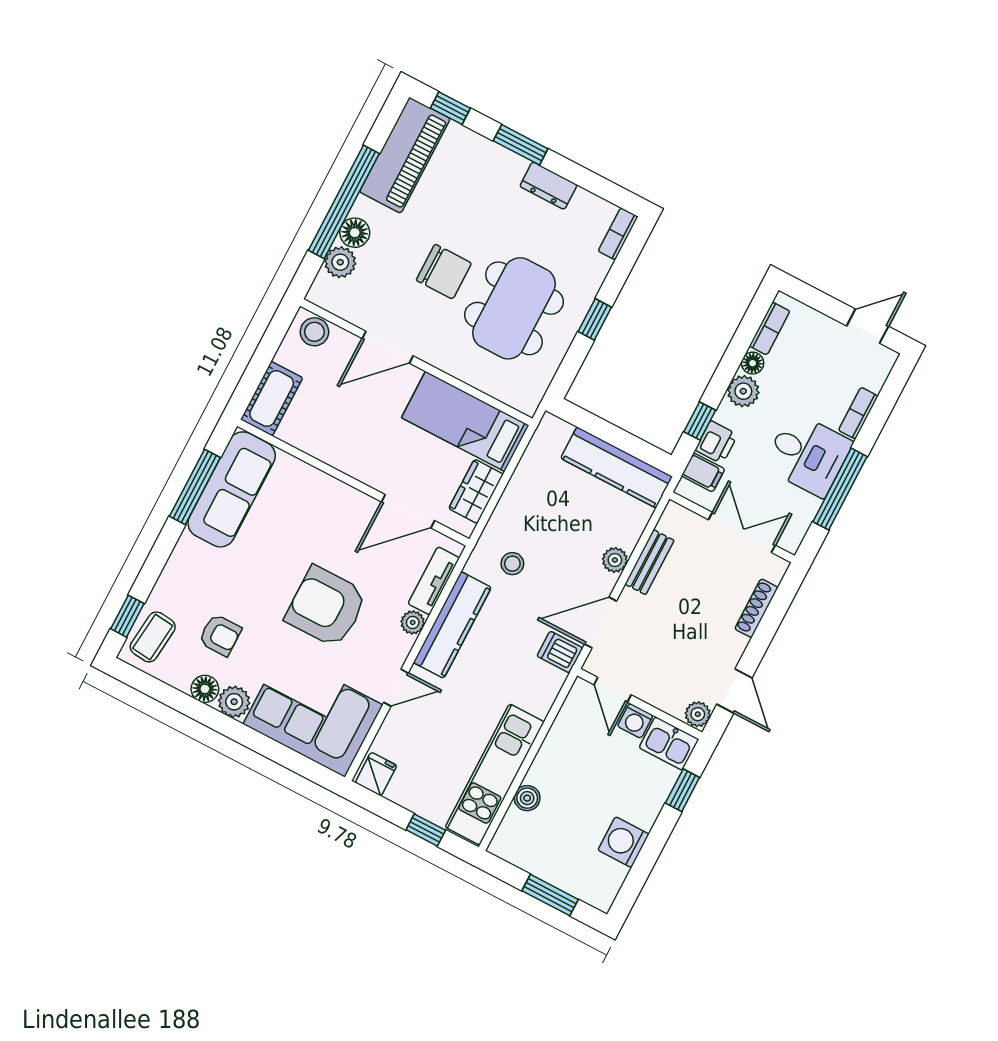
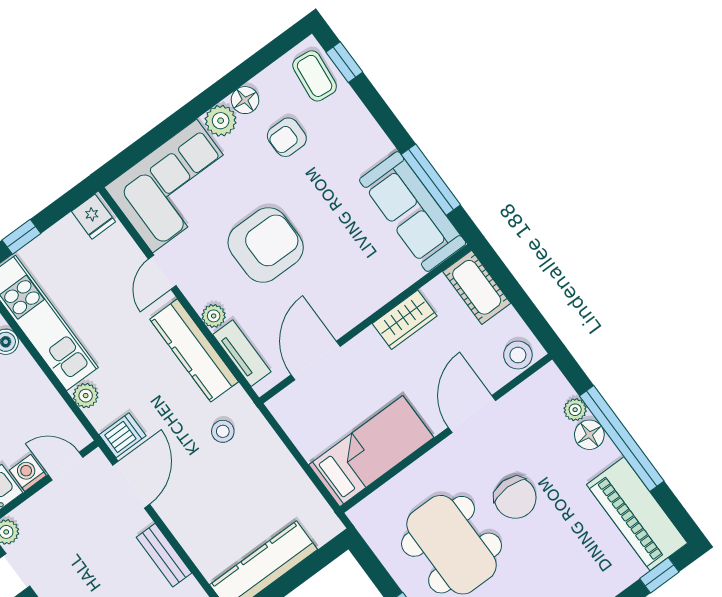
plant: (340, 262) -> (575, 410), width x0.73, depth x0.73
chair: (444, 272) -> (515, 498), turned -90
wardrobe: (476, 491) -> (405, 320), moved, turned 90
plant: (615, 560) -> (86, 396), moved

